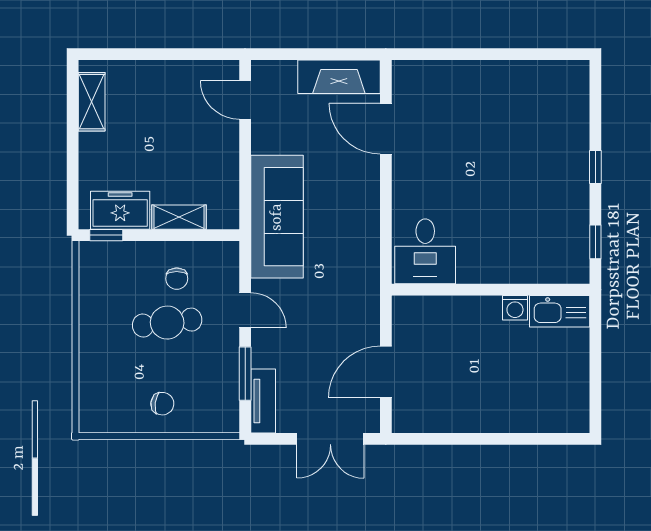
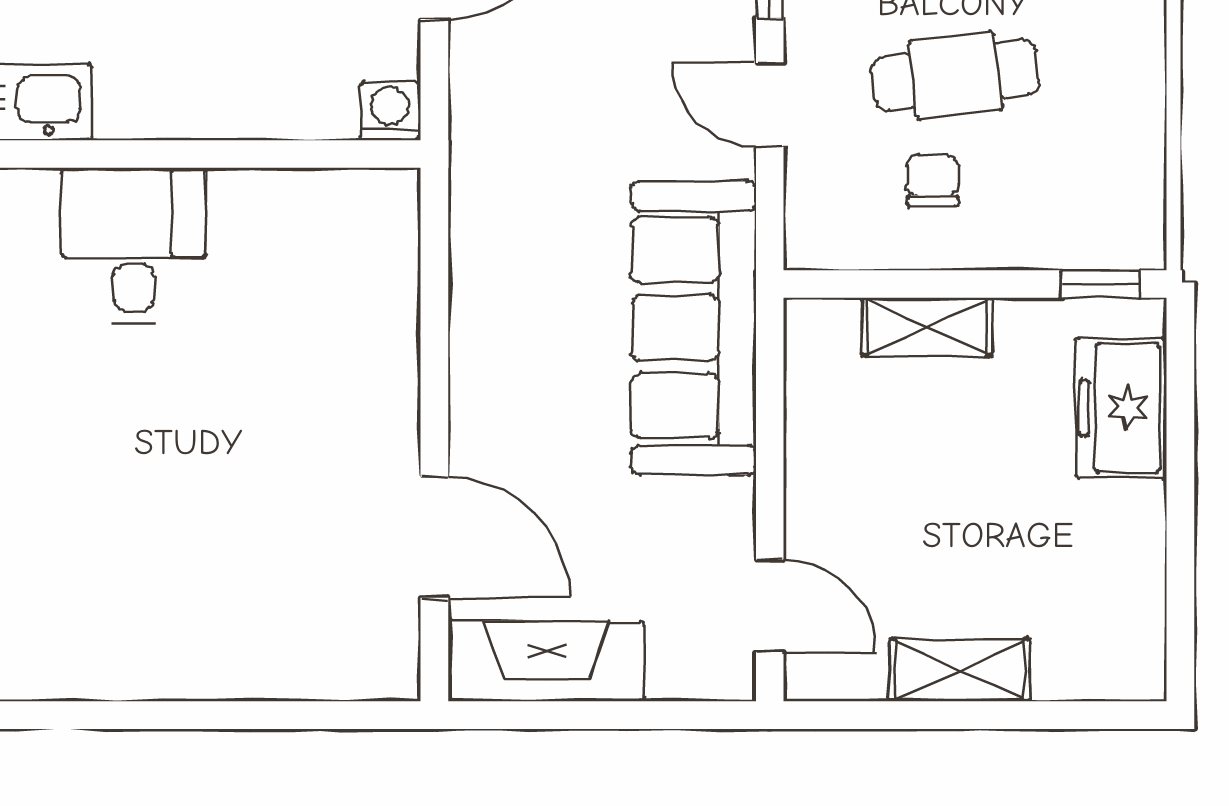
shelving: (92, 102) -> (959, 670), moved, turned 90
freezer: (120, 210) -> (1121, 408), moved, turned 90
desk: (425, 251) -> (134, 245), moved
washing machine: (515, 308) -> (390, 111), moved

